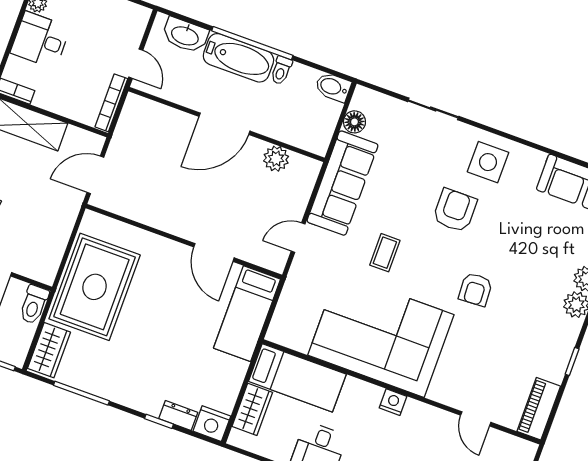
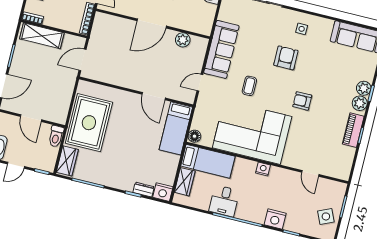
floor lamp: (354, 122) -> (194, 136), moved
side table: (488, 162) -> (302, 29), width x0.54, depth x0.54
armchair: (475, 289) -> (302, 101), turned 93
piano: (539, 409) -> (353, 130), moved

